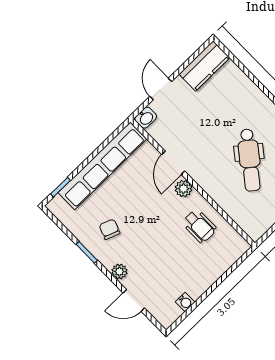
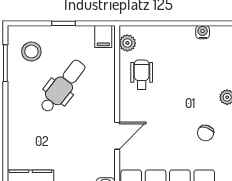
plant: (183, 189) -> (127, 43), moved
filing cabinet: (256, 227) -> (103, 36), added

